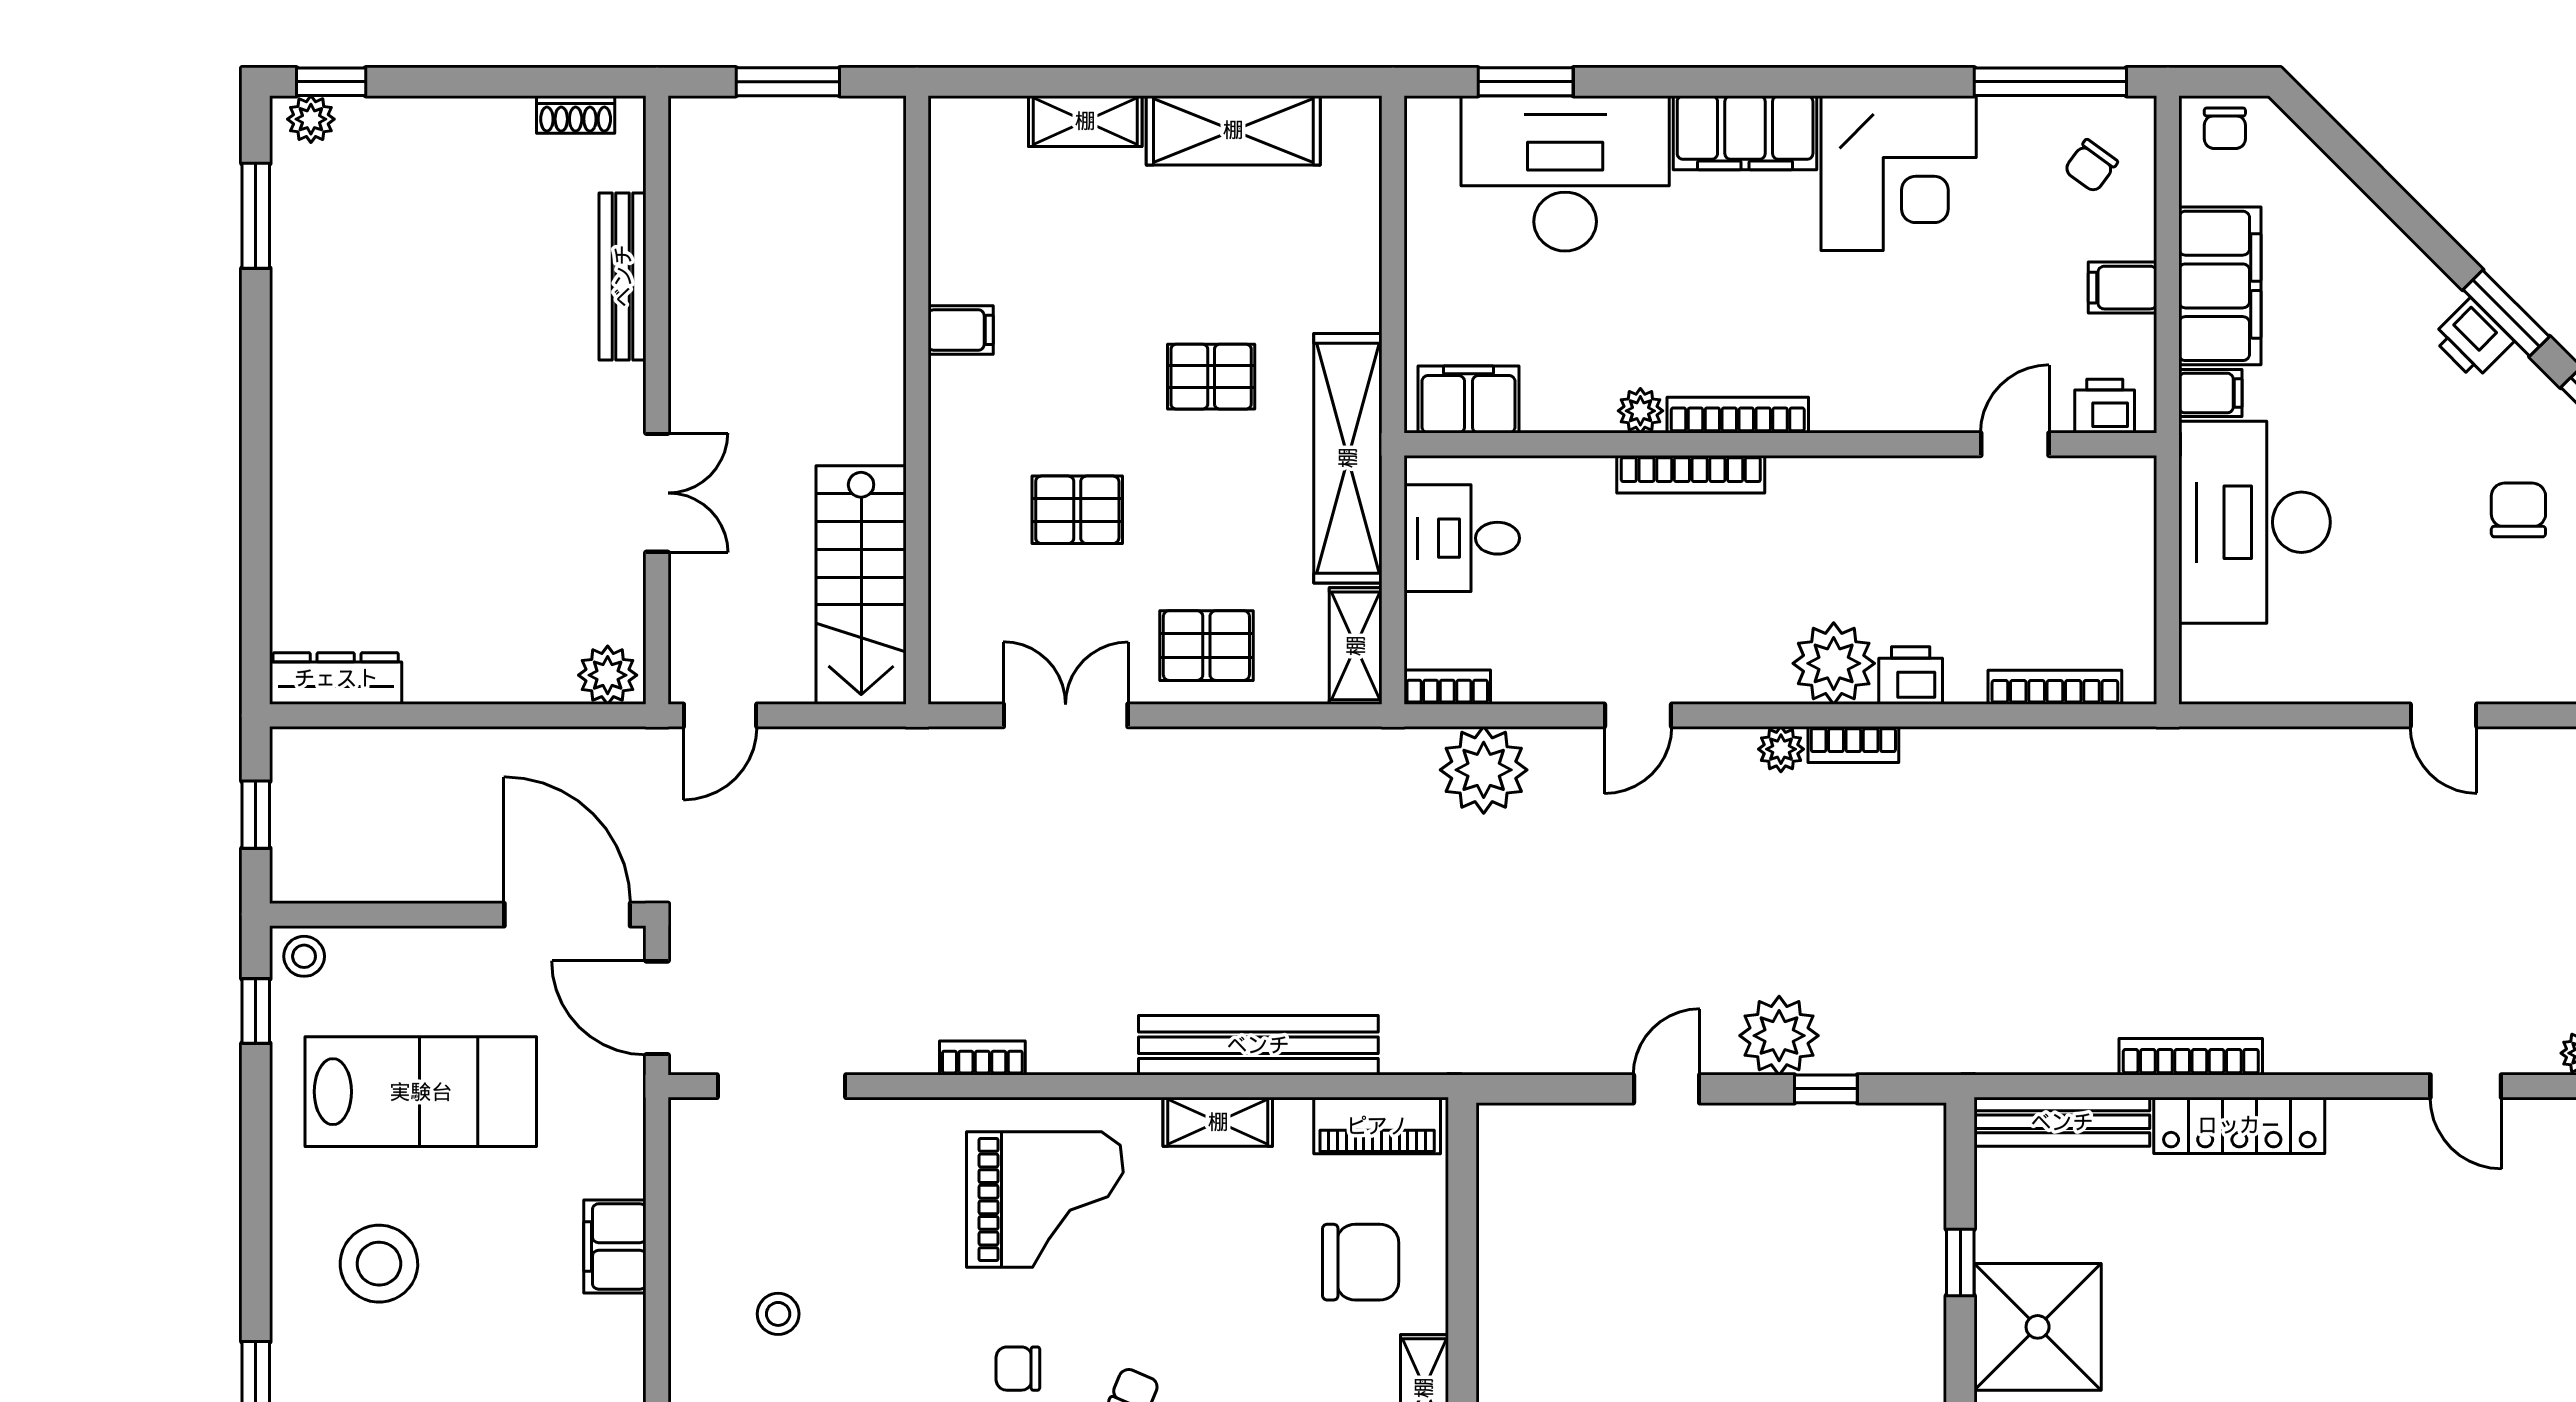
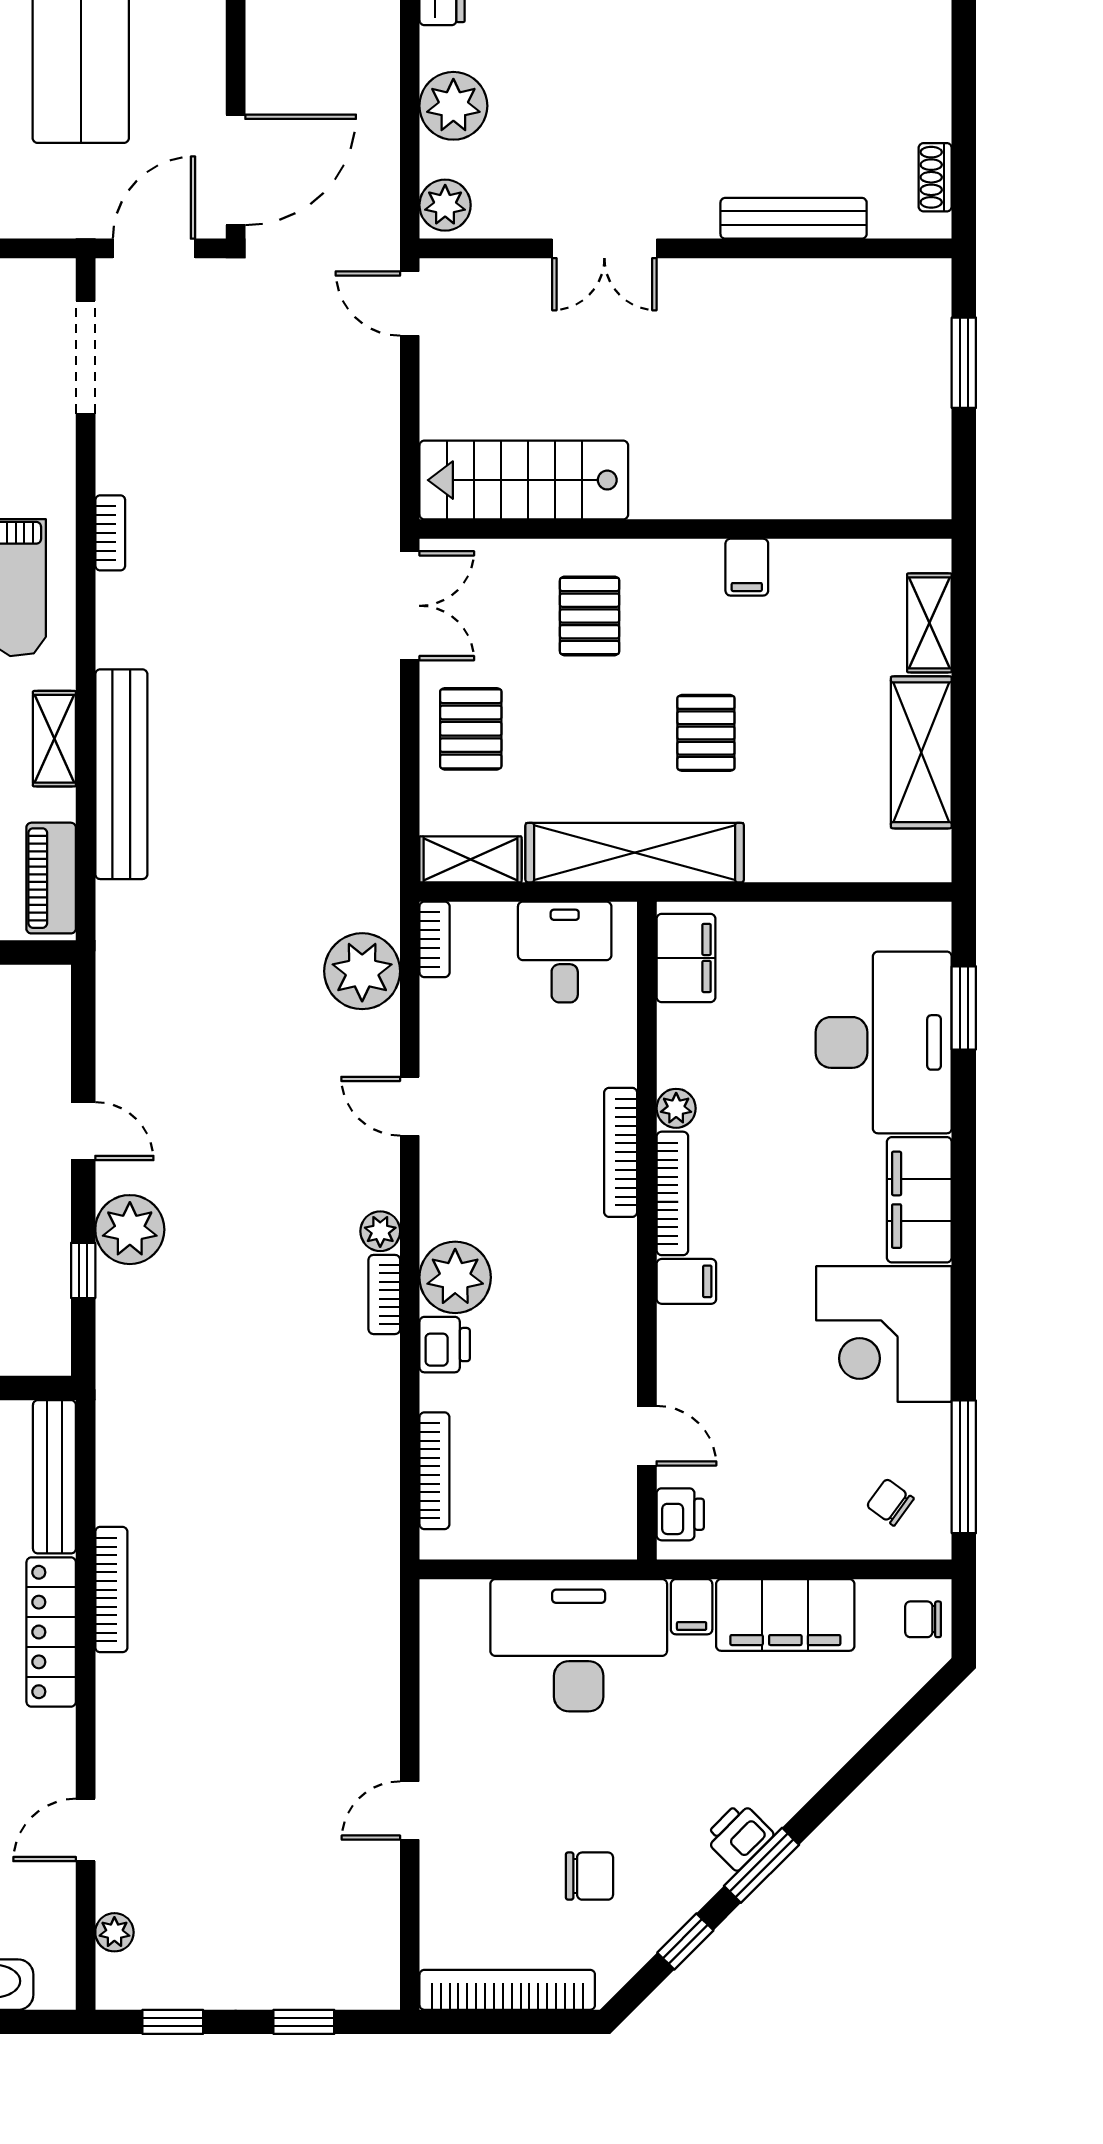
filing cabinet: (2123, 288) -> (686, 1281), moved, turned 90
filing cabinet: (961, 330) -> (747, 567), moved
wall: (917, 400) -> (686, 529), moved
stairs: (861, 585) -> (524, 480), moved
plant: (494, 666) -> (453, 106), added

